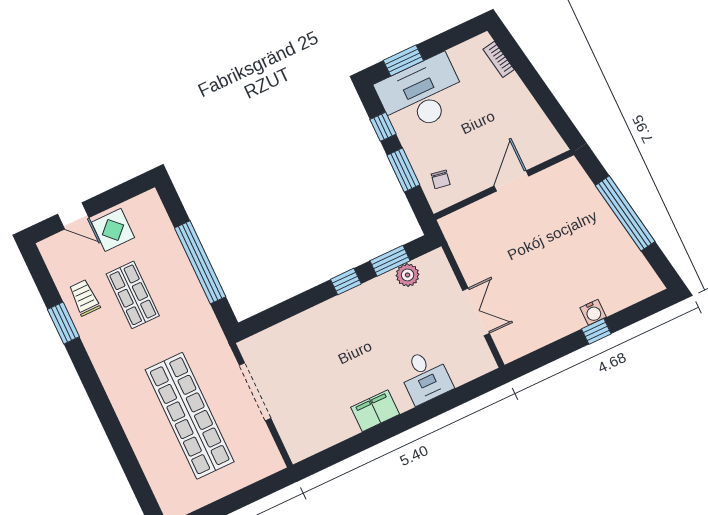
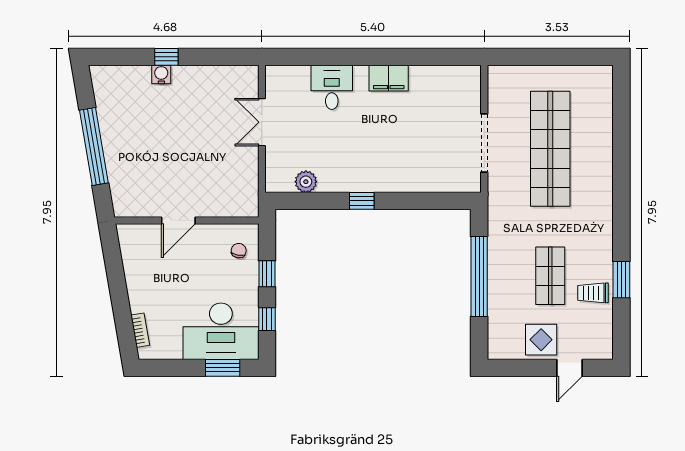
window: (403, 170) -> (267, 274), width x0.67
door: (73, 216) -> (570, 368), swing flipped
window: (390, 261) -> (315, 201), removed
trolley: (84, 298) -> (593, 293), turned 90

